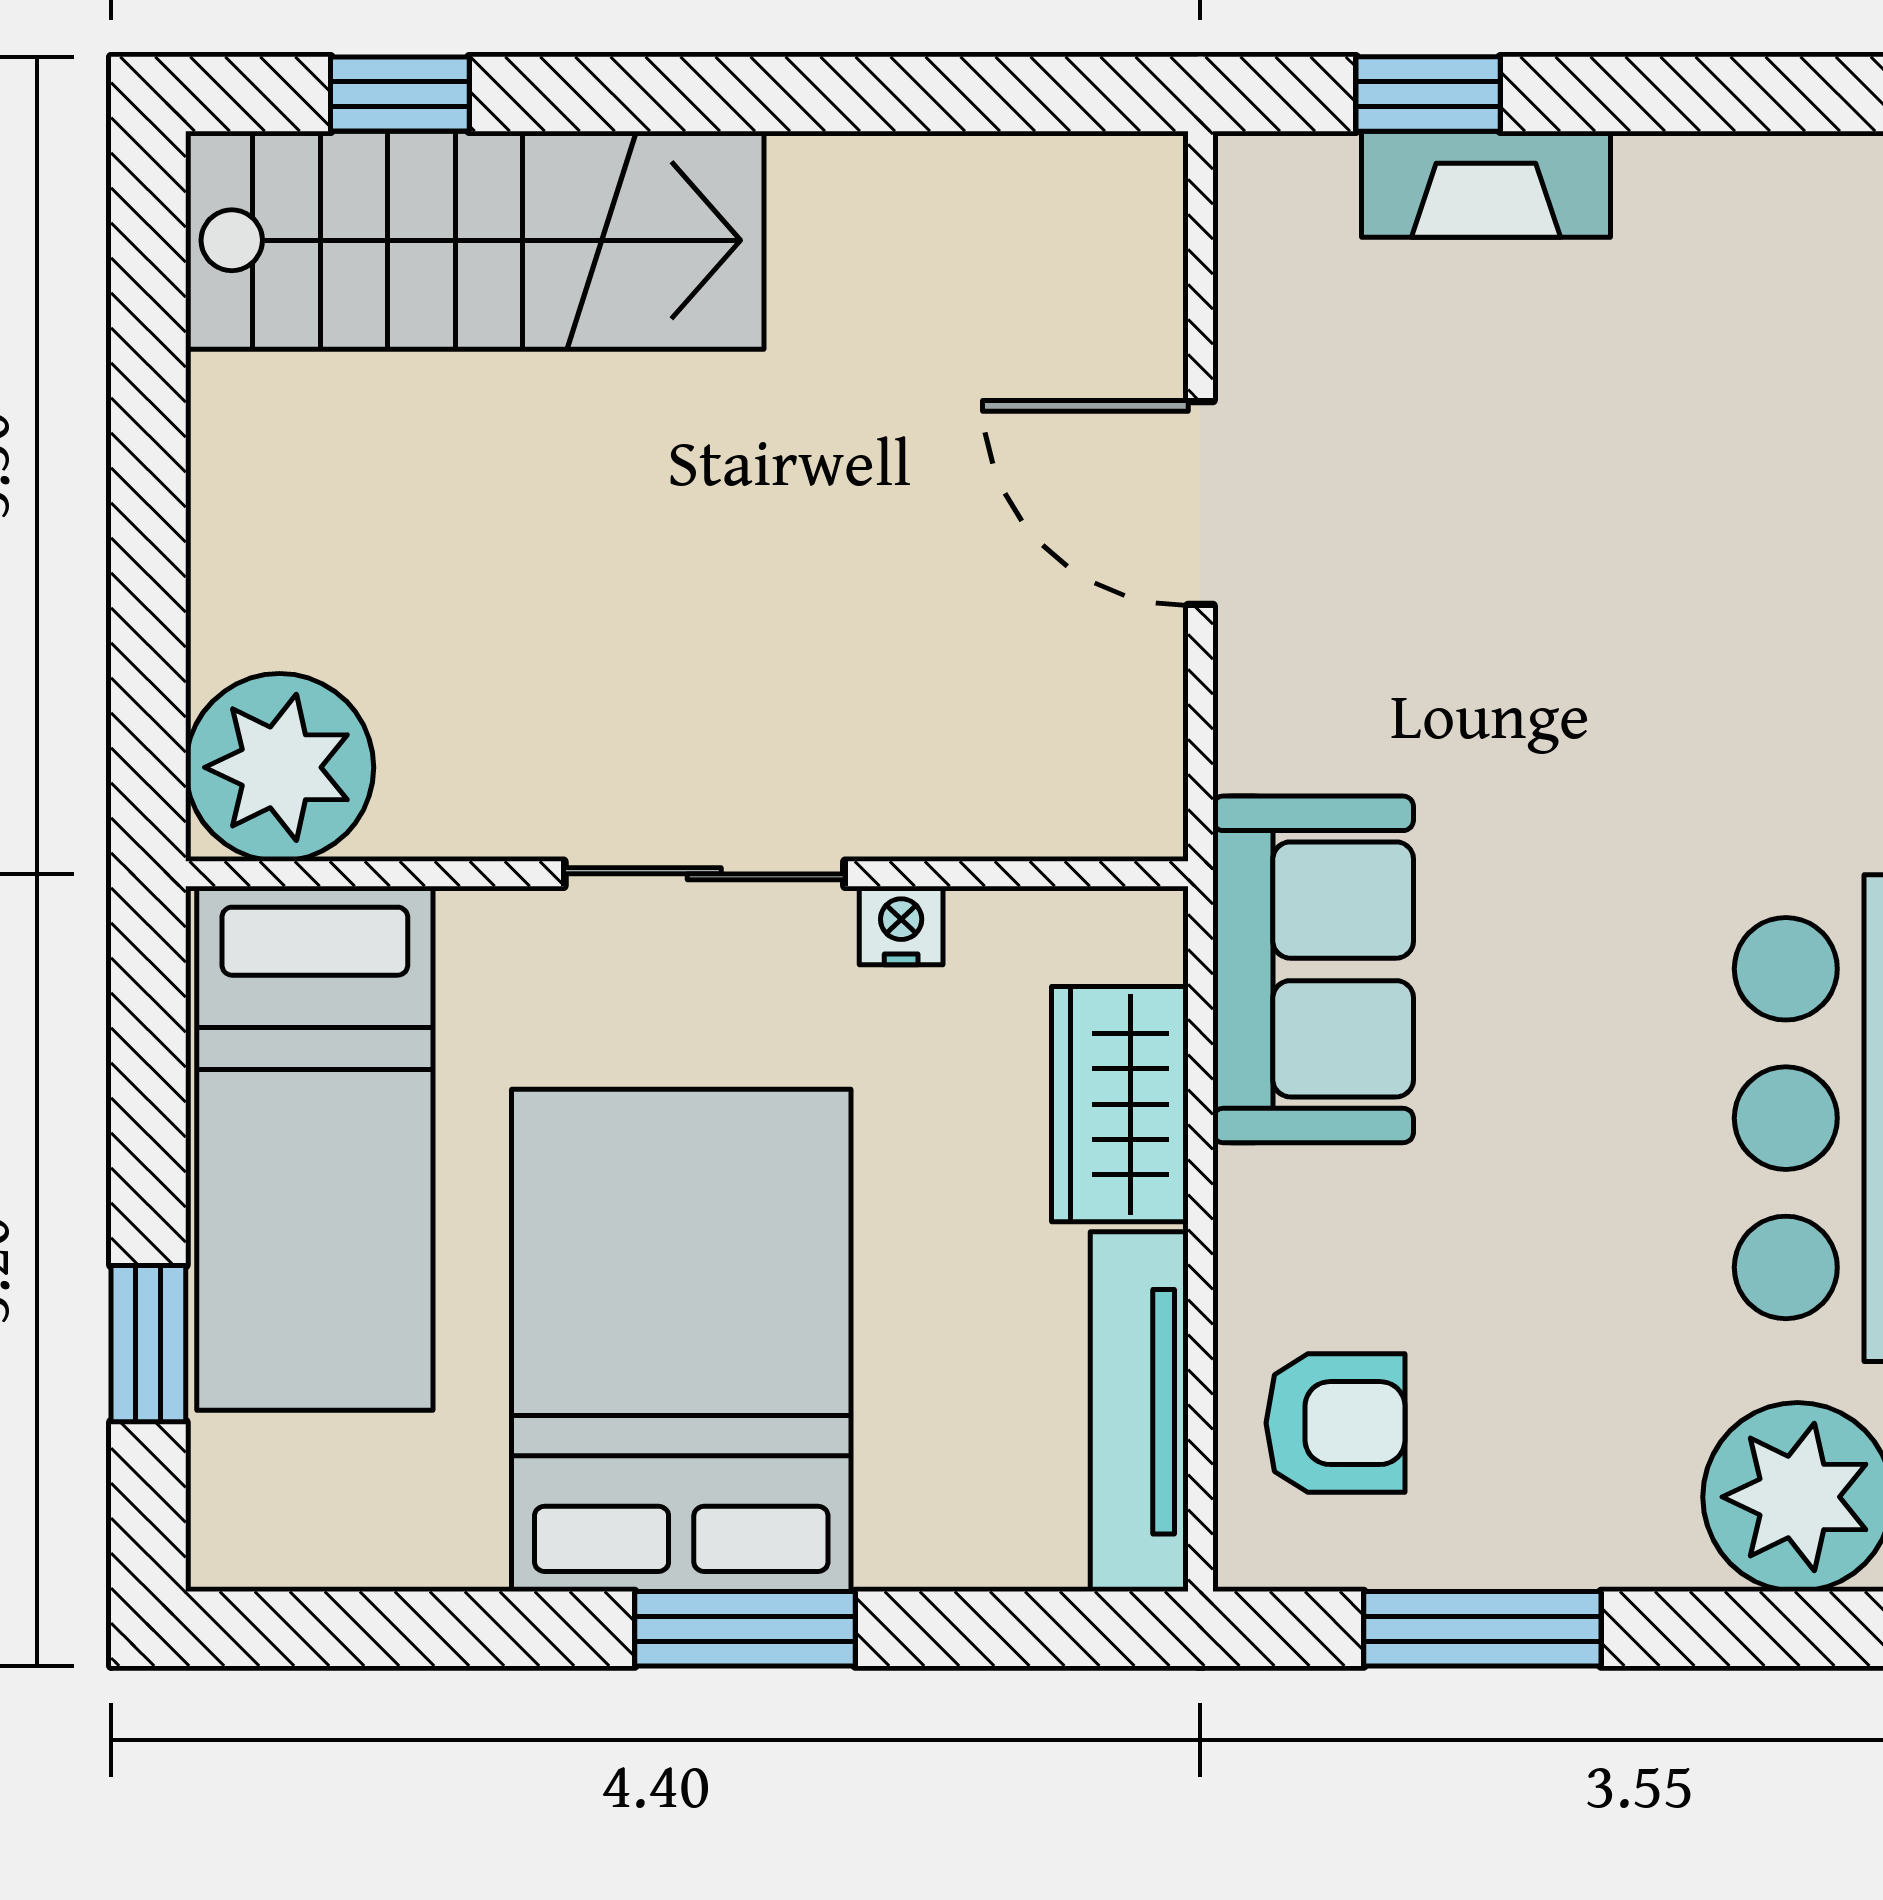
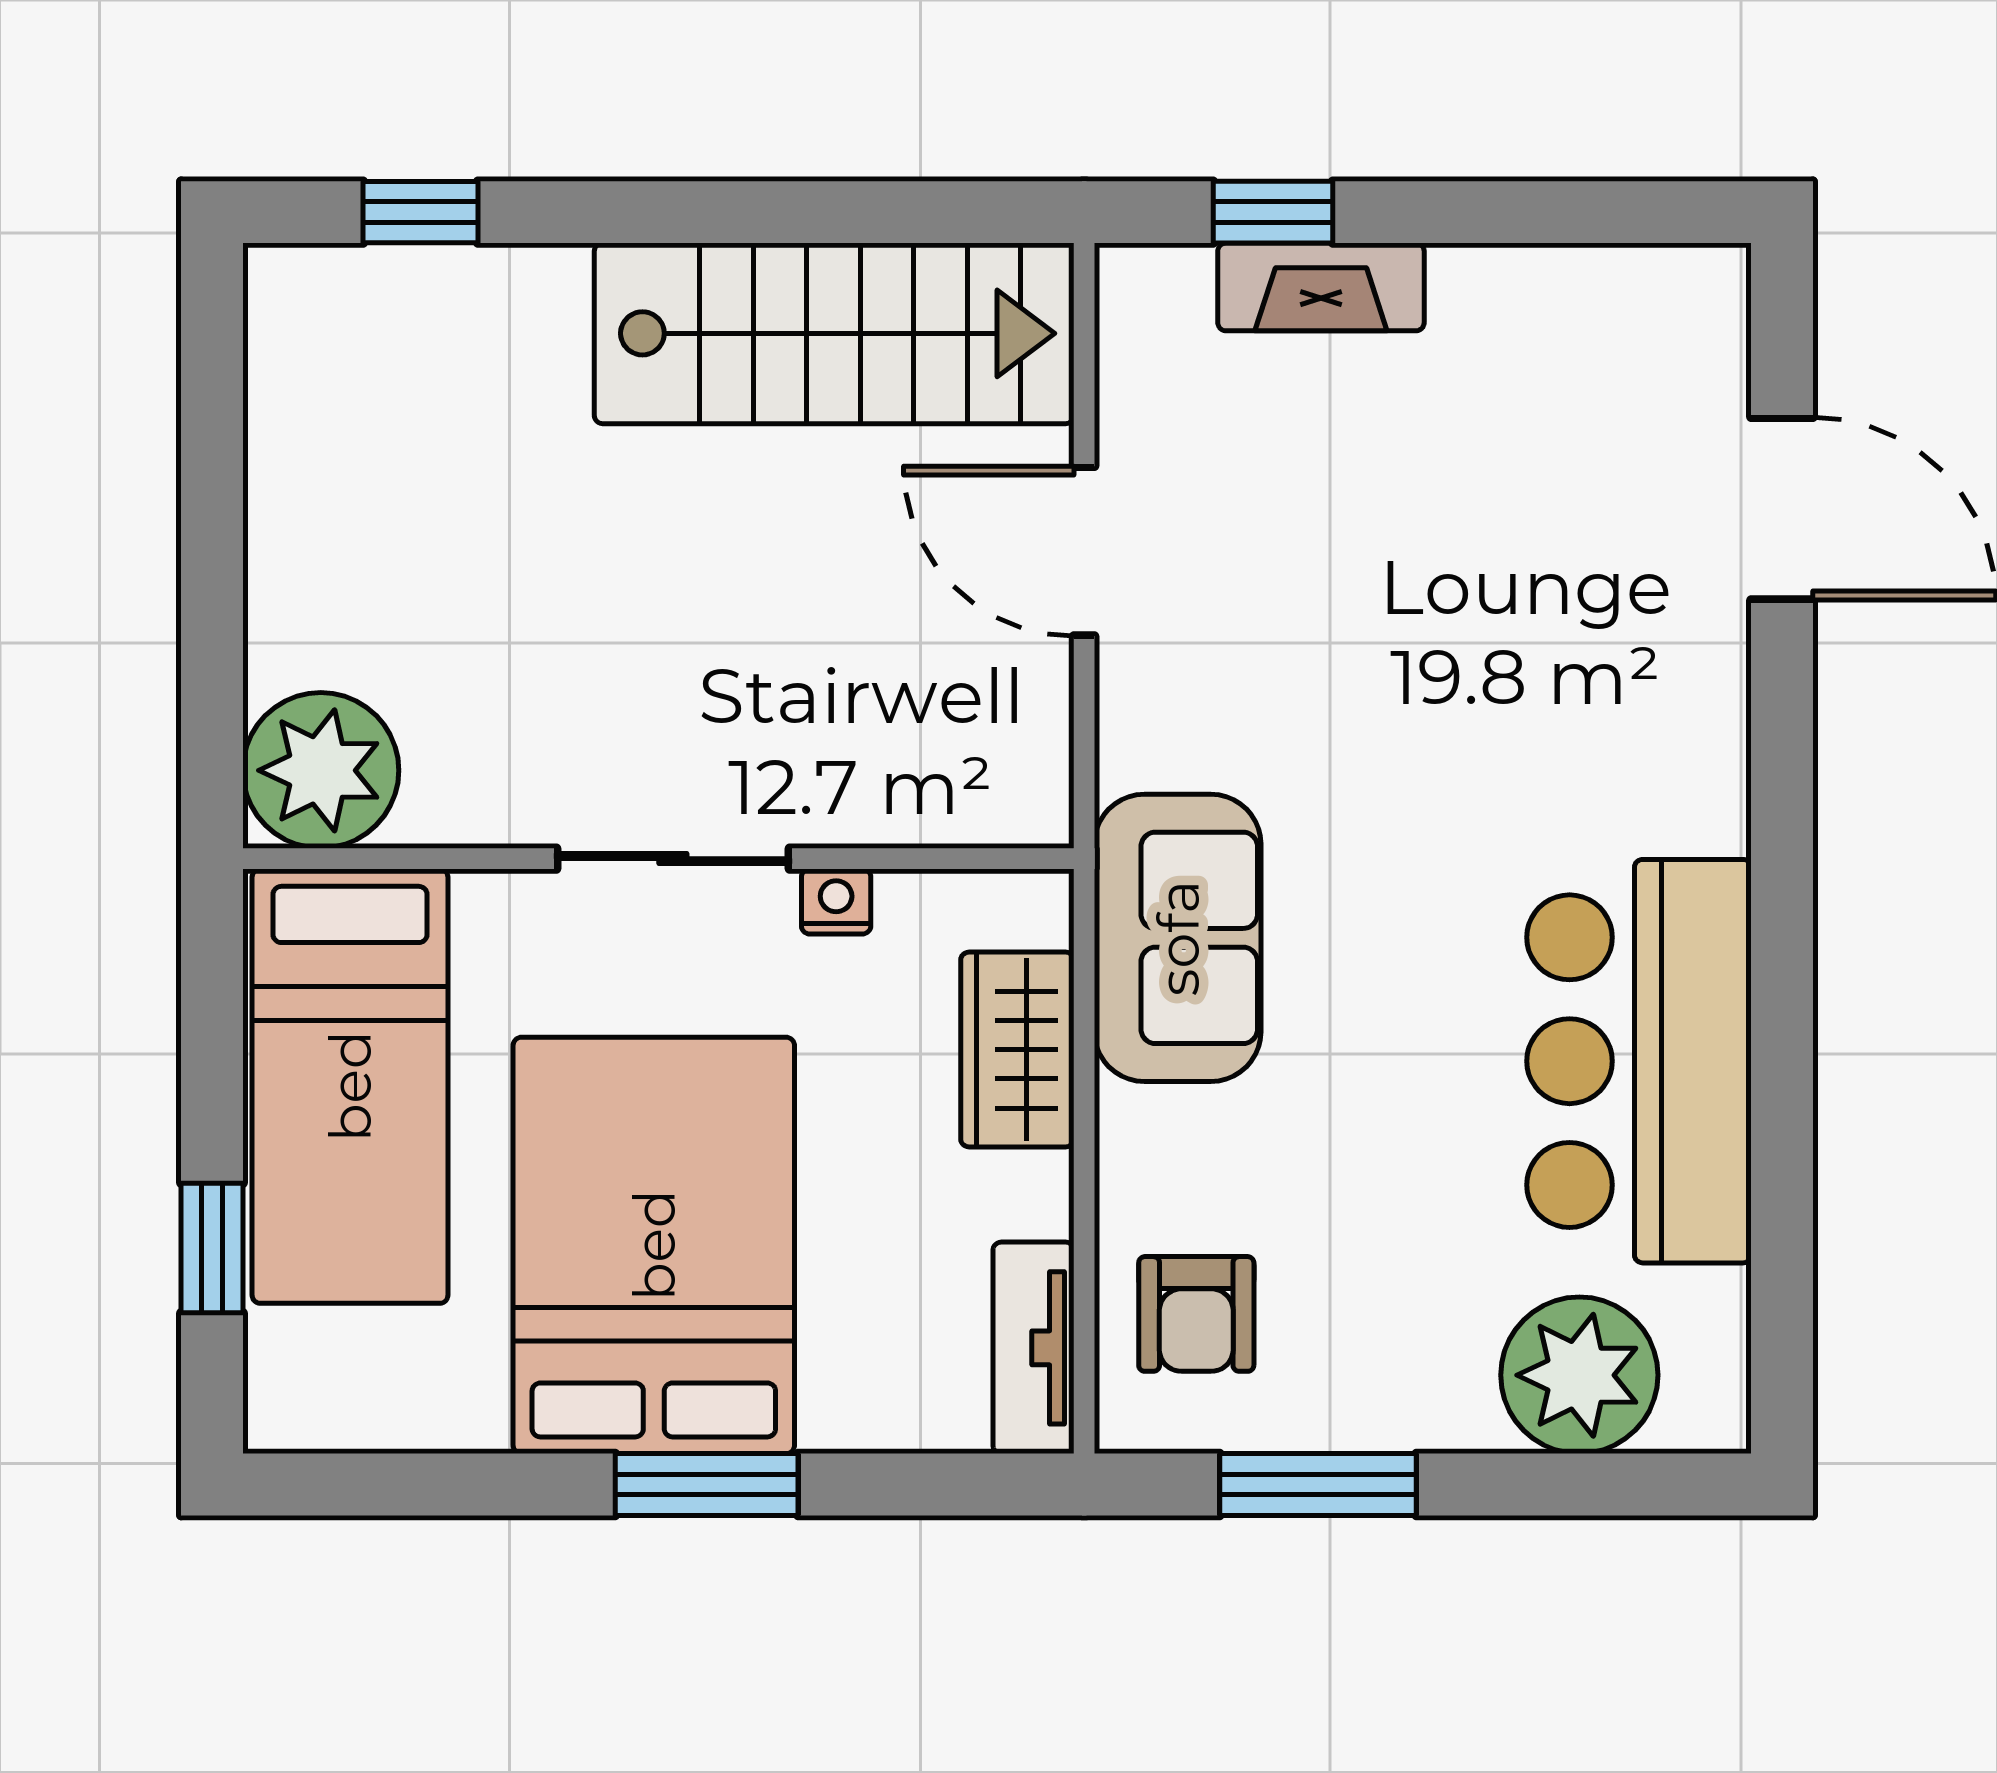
stairs: (475, 240) -> (834, 333), moved
tv unit: (1139, 1412) -> (1034, 1348), width x0.71
armchair: (1336, 1423) -> (1196, 1314), turned 90

